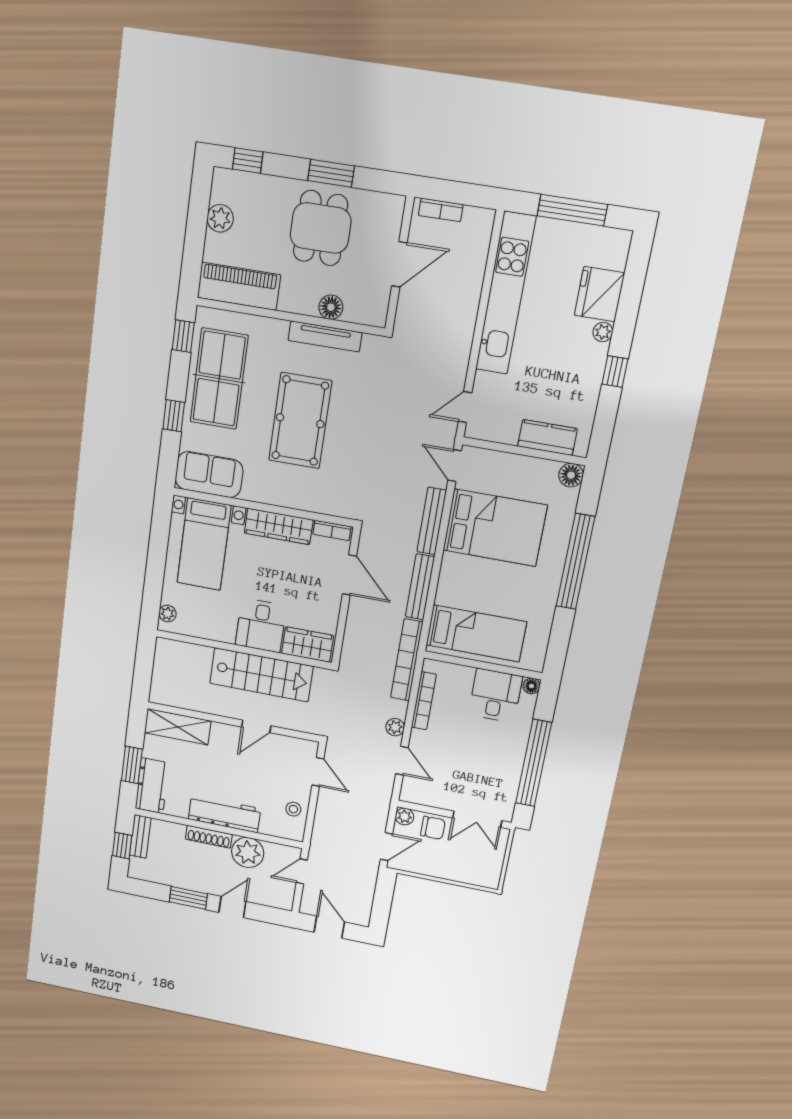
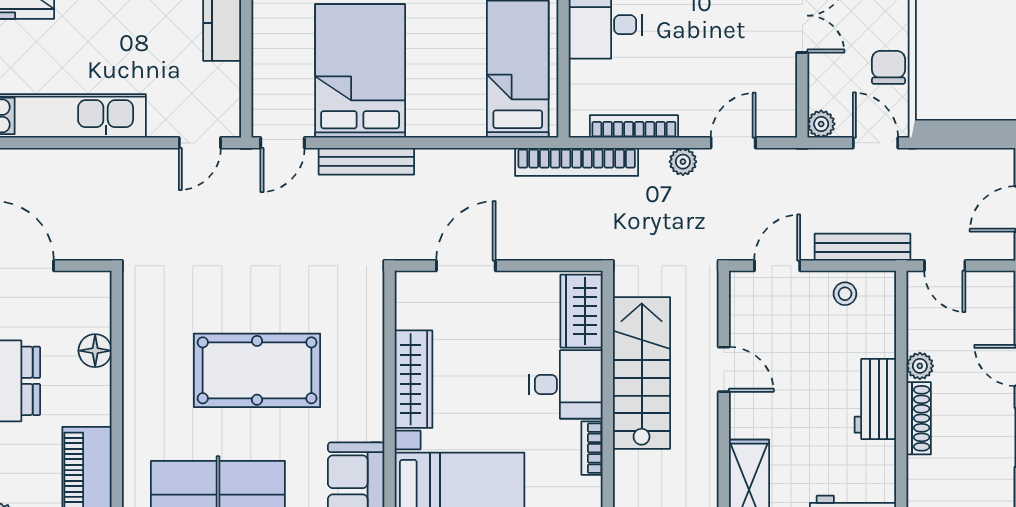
tv unit: (325, 336) -> (136, 353), removed
door: (465, 407) -> (200, 143), hinge flipped
bookcase: (332, 530) -> (592, 448), moved, turned 180
bench: (420, 587) -> (863, 247), moved
workbench: (224, 814) -> (875, 399), width x0.73
chair: (433, 828) -> (889, 67), moved
plant: (248, 852) -> (920, 366), width x0.53, depth x0.53

